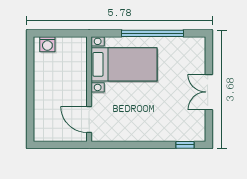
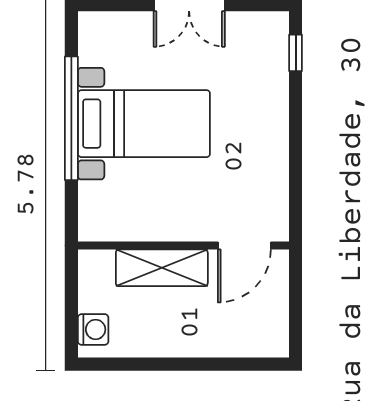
bed with nightstands: (124, 64) -> (144, 124), moved, turned 90
shelving: (78, 78) -> (162, 268), added

